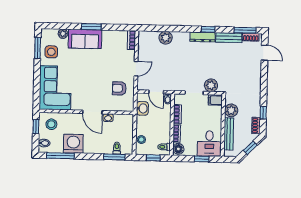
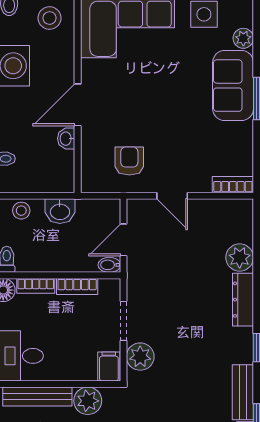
dresser: (203, 37) -> (243, 300), moved
washbasin: (142, 108) -> (60, 211), moved

